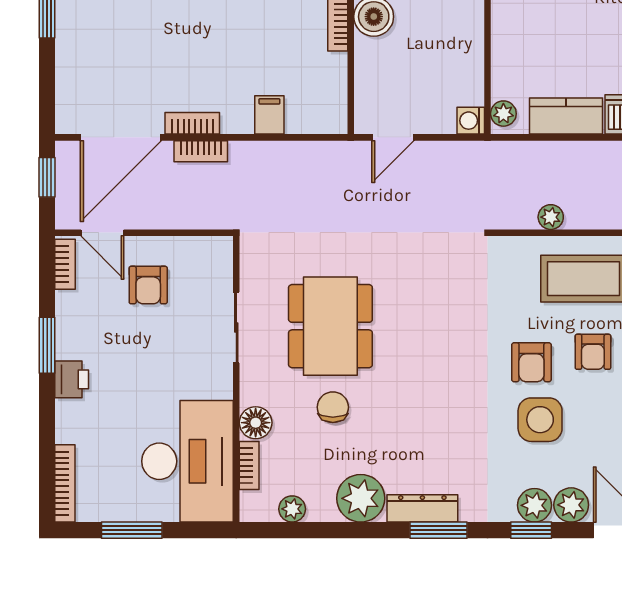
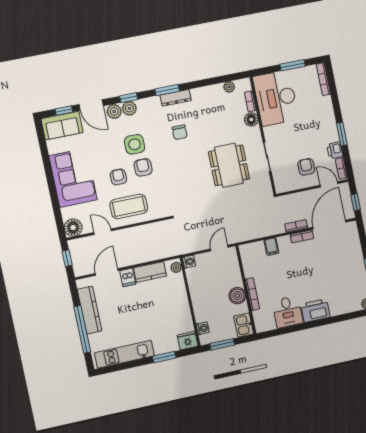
plant: (551, 217) -> (148, 229), removed
printer: (72, 379) -> (335, 150), moved
chair: (333, 407) -> (180, 132), moved
plant: (361, 498) -> (202, 97), removed

